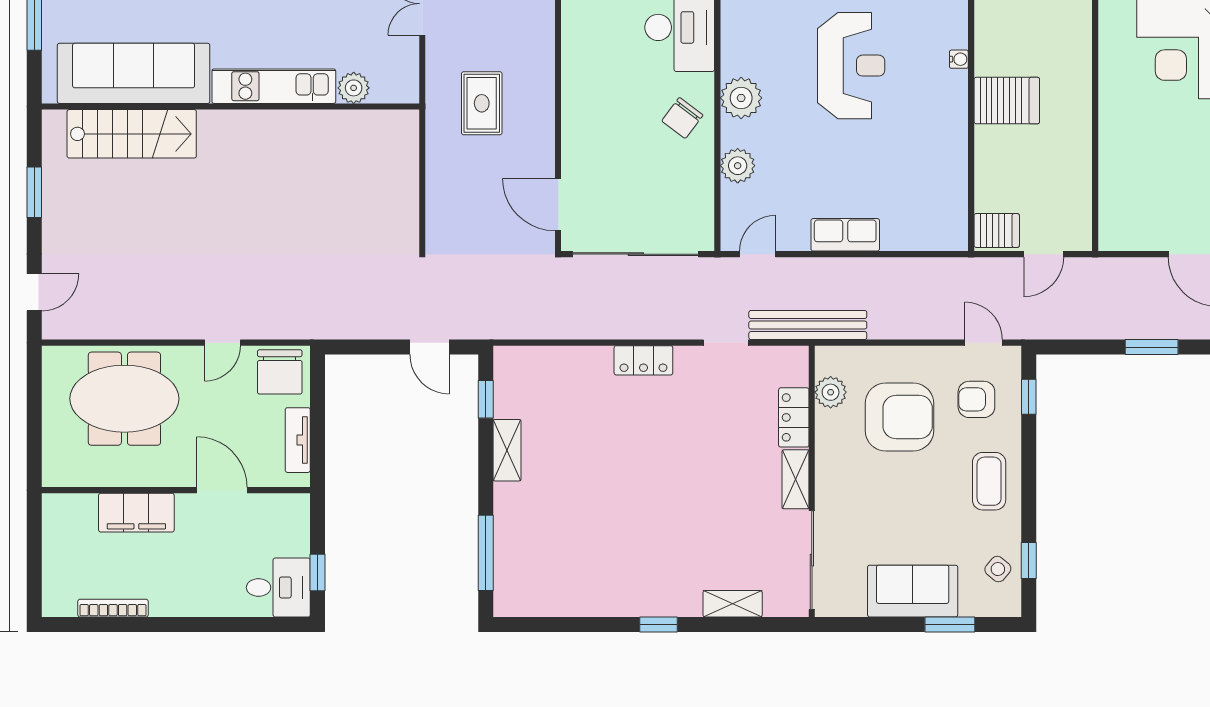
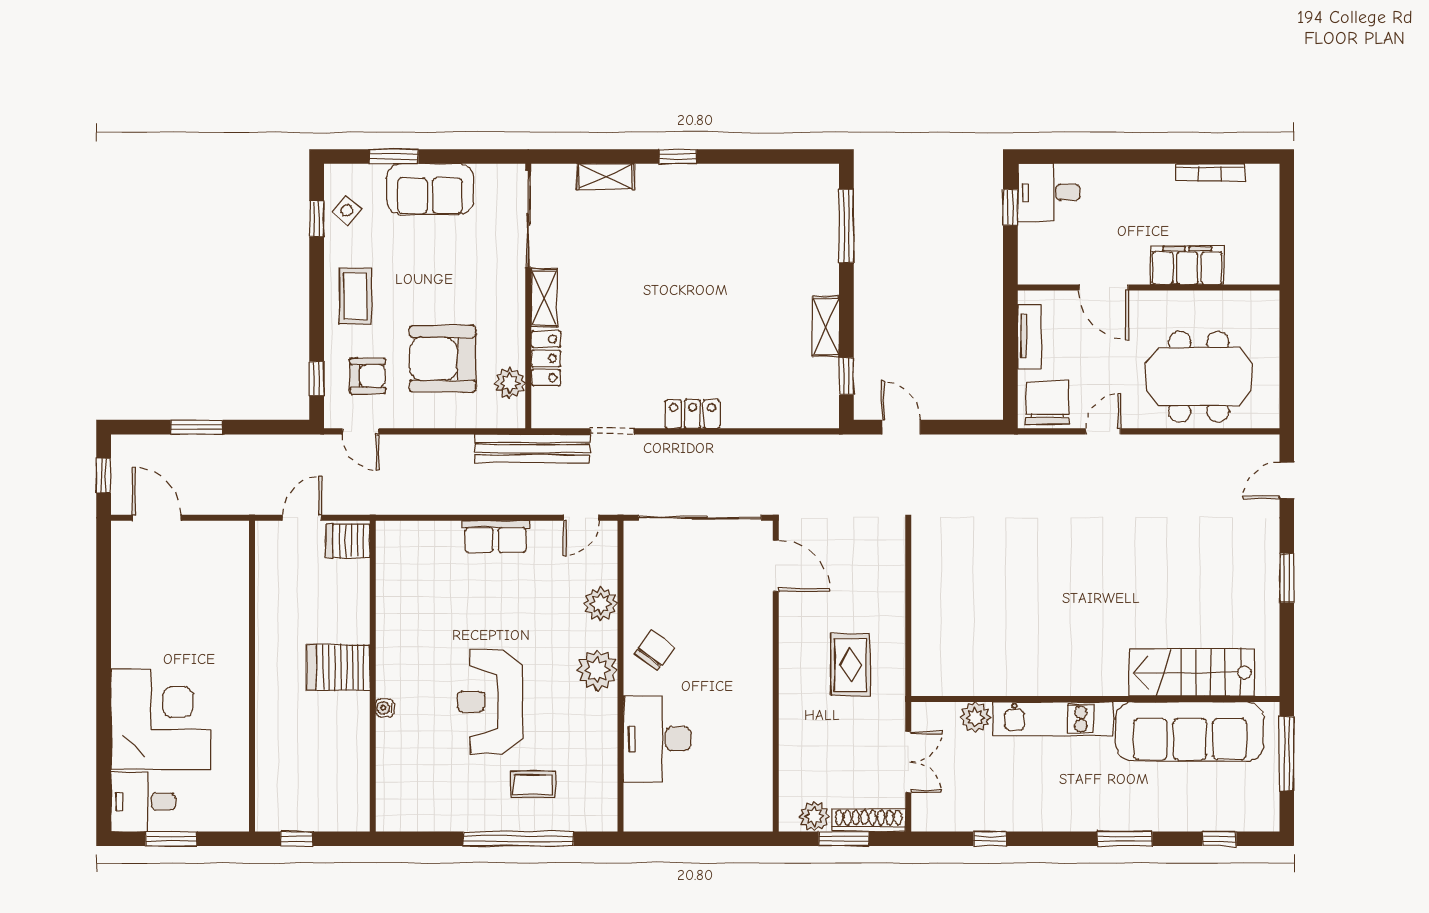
sofa: (134, 73) -> (1190, 731), moved
kitchen unit: (274, 86) -> (1053, 719), moved
plant: (354, 88) -> (975, 717), moved
wall: (230, 107) -> (1095, 699), moved
stairs: (132, 134) -> (1192, 672), moved

